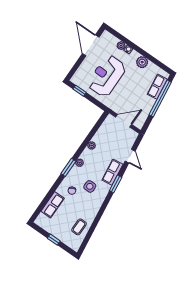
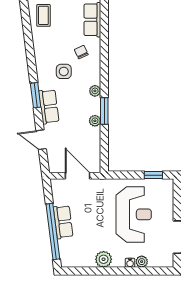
row of seats: (157, 87) -> (63, 222), moved
door: (124, 121) -> (78, 176), swing flipped
window: (68, 167) -> (104, 111), moved

